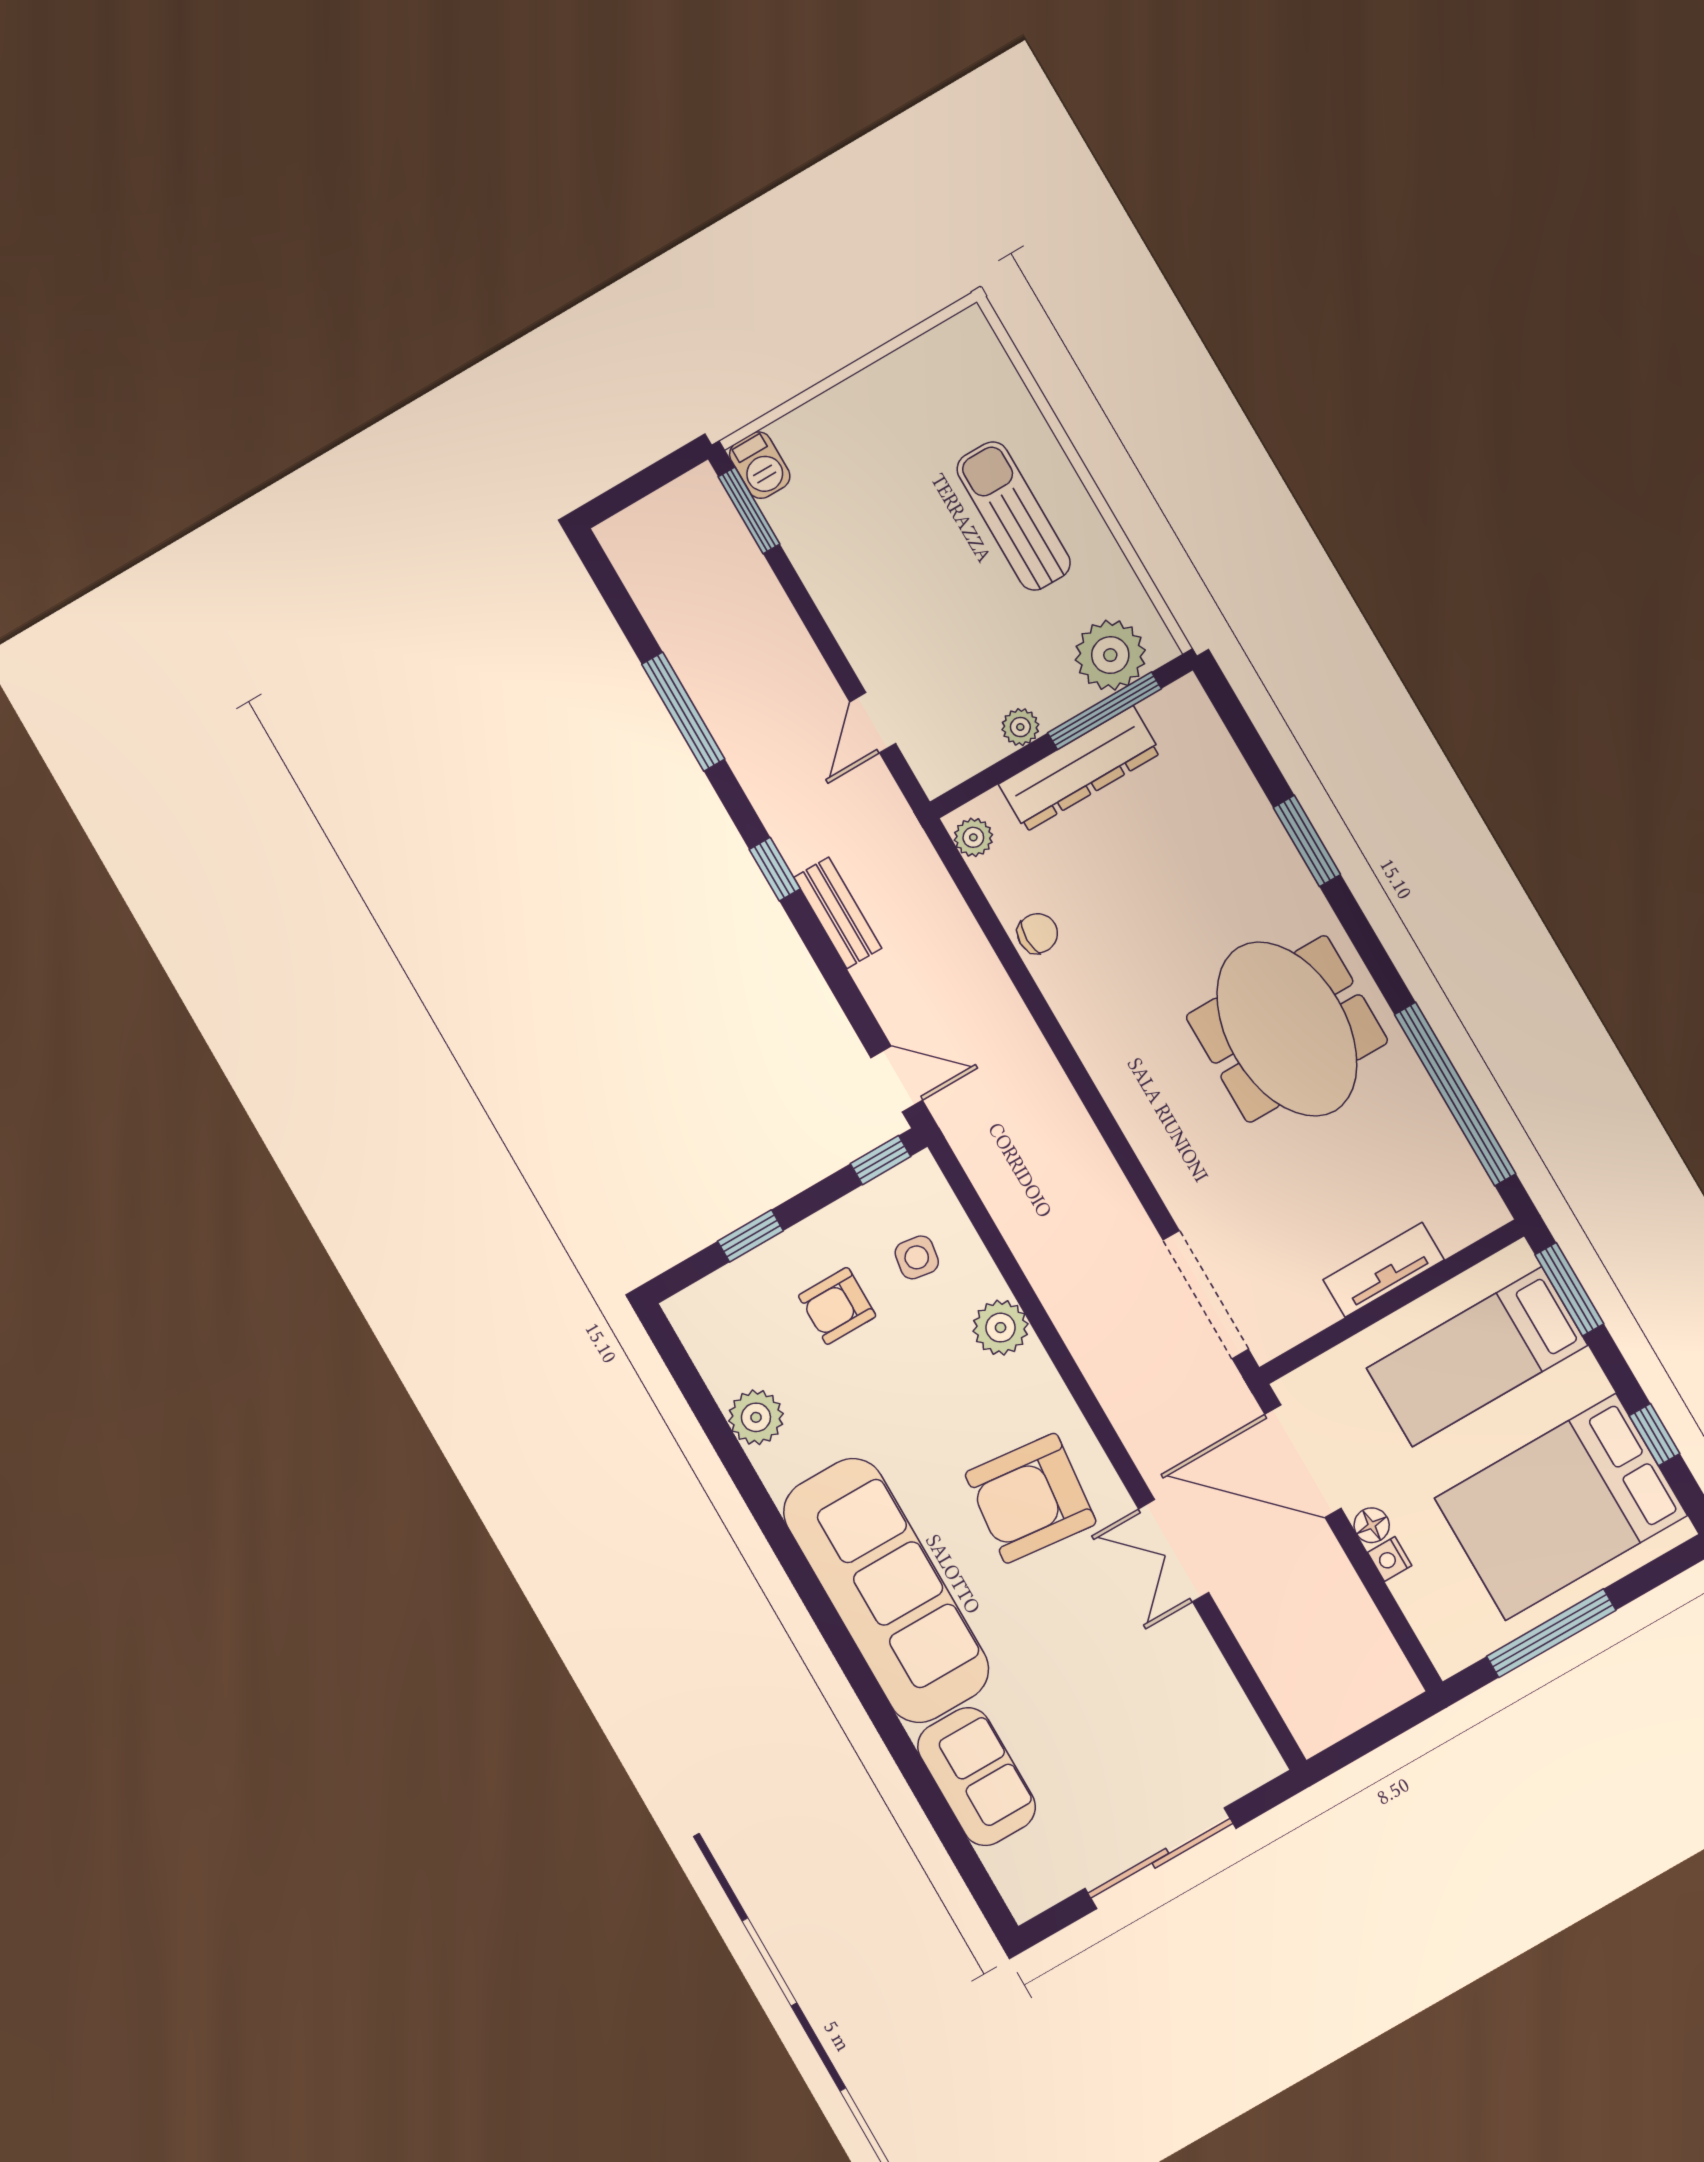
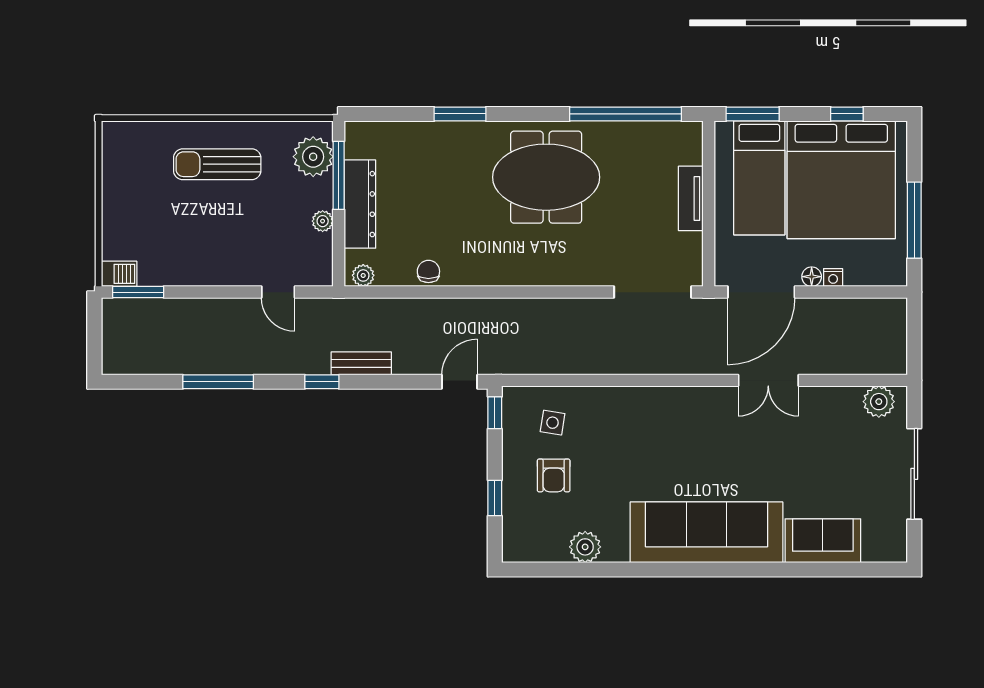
plant: (1001, 1328) -> (879, 402), moved
armchair: (1031, 1498) -> (702, 435), removed
bed: (1561, 1507) -> (841, 180), width x1.36

